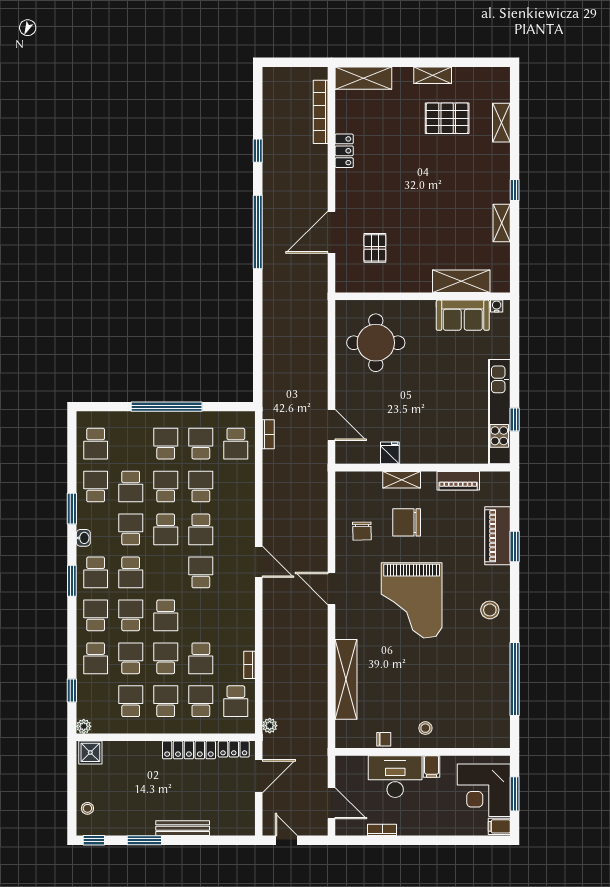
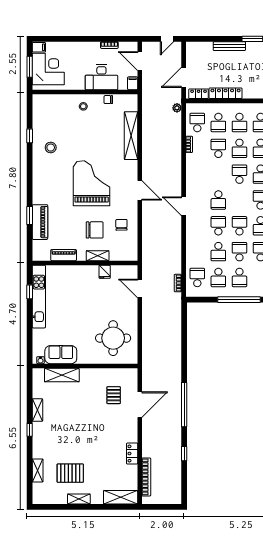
school desk: (166, 486) -> (239, 252), turned 180
stool: (490, 610) -> (51, 148), moved
window: (515, 679) -> (30, 136), width x0.32
filing cabinet: (432, 766) -> (133, 83), moved
door: (286, 840) -> (167, 39), hinge flipped

